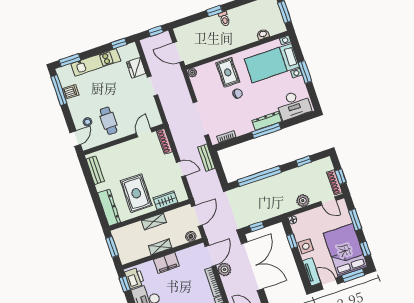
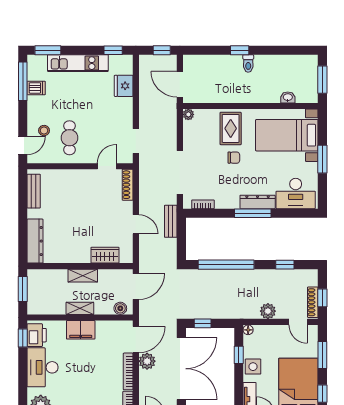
doorway: (153, 86) -> (136, 141), moved
rug: (136, 193) -> (73, 235), removed

